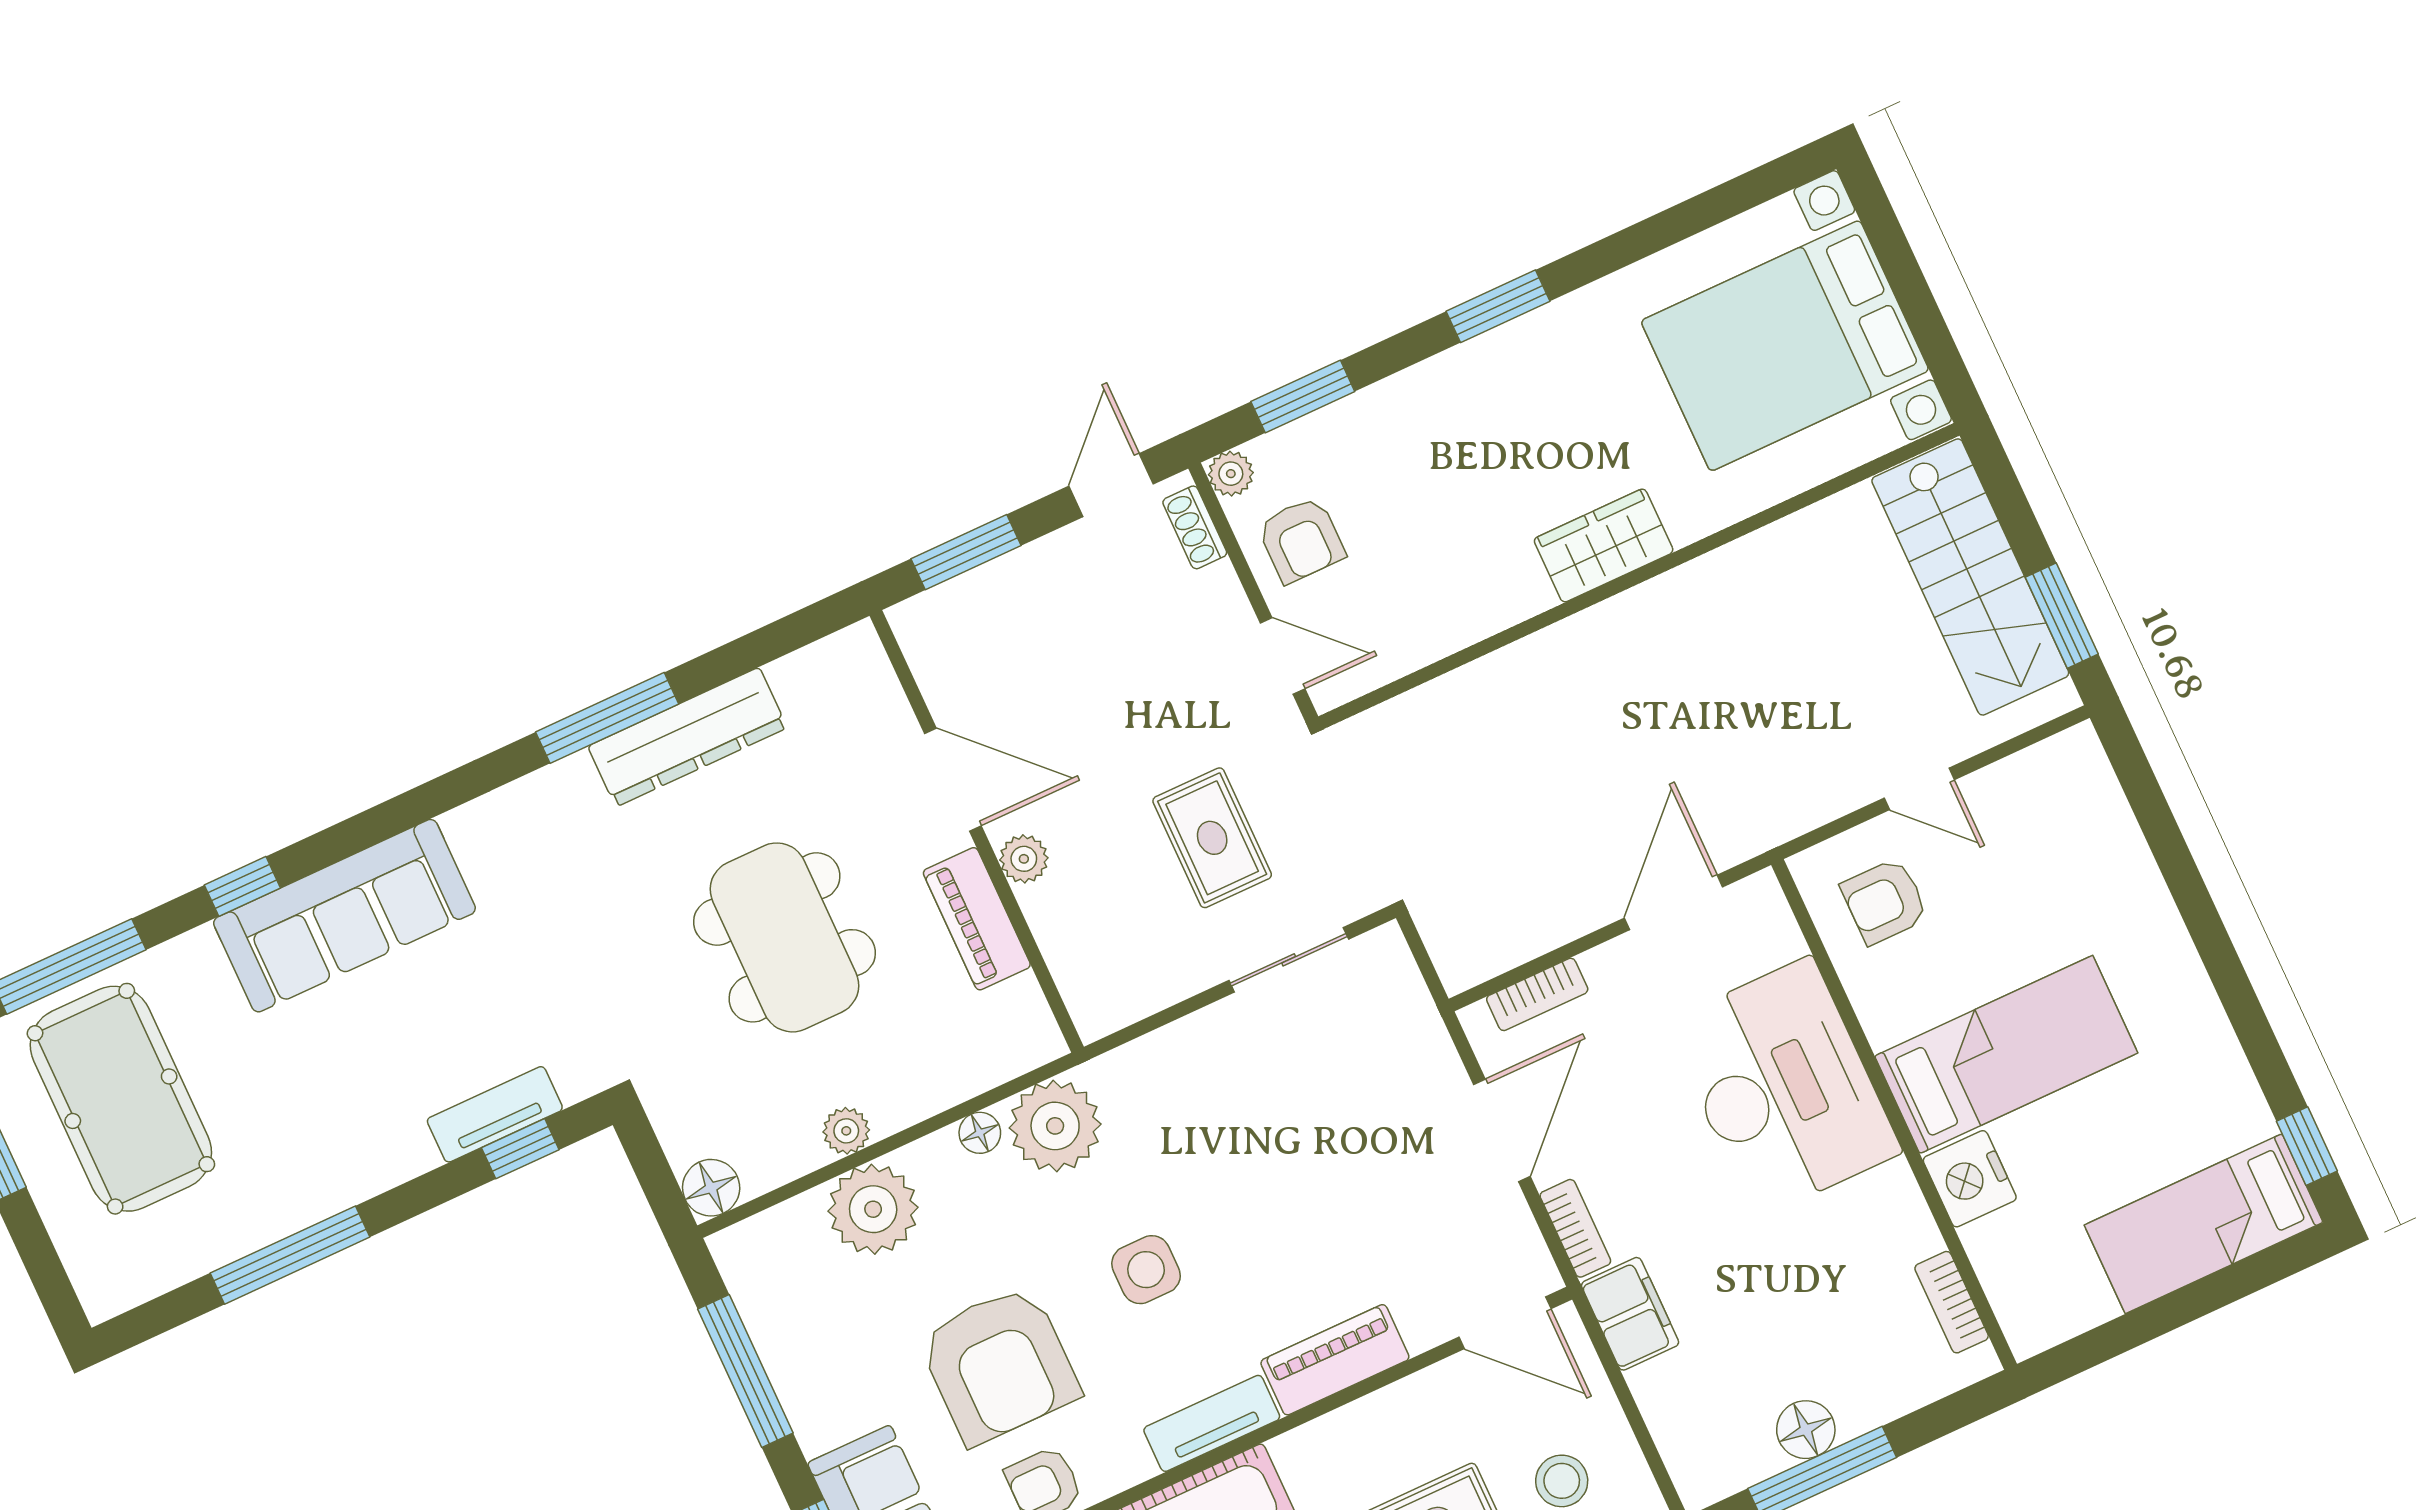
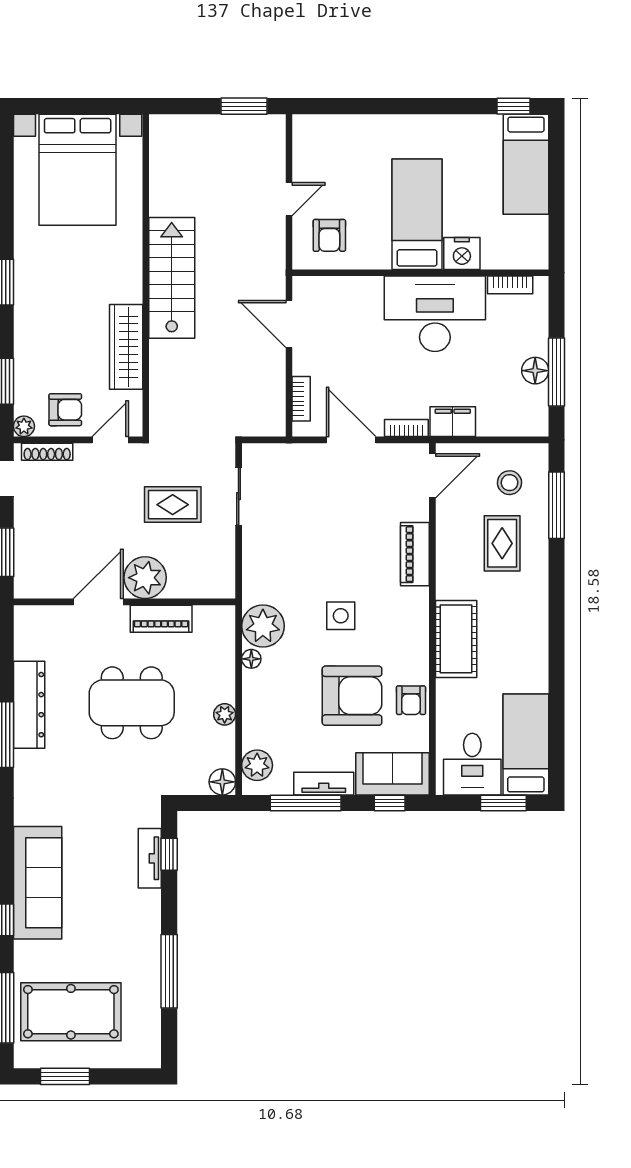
shoe rack: (1195, 527) -> (47, 452), width x1.43
wardrobe: (1604, 545) -> (126, 347), moved, width x1.50
stairs: (1970, 577) -> (172, 278), moved, turned -90
plant: (1024, 859) -> (145, 578), width x1.87, depth x1.87
desk: (1783, 1087) -> (435, 314), moved
plant: (873, 1209) -> (257, 765), moved, width x0.73, depth x0.73
tv unit: (1212, 1423) -> (324, 784), moved, turned 90

